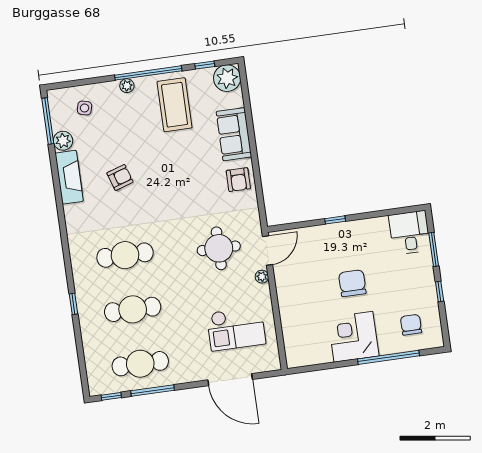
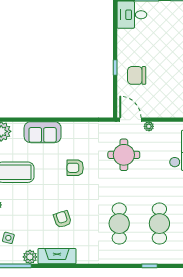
armchair: (238, 180) -> (75, 168), moved, turned 180
chair: (352, 283) -> (137, 75), moved

